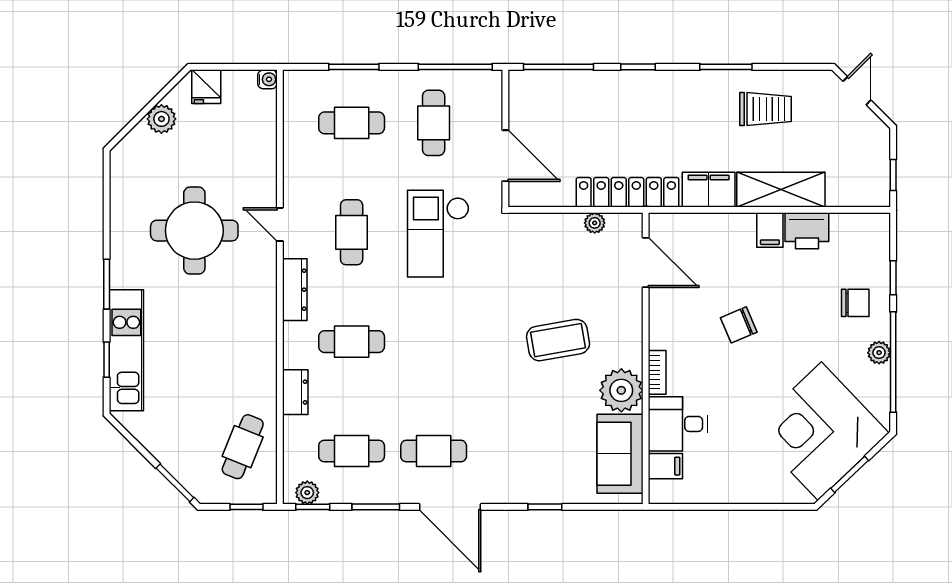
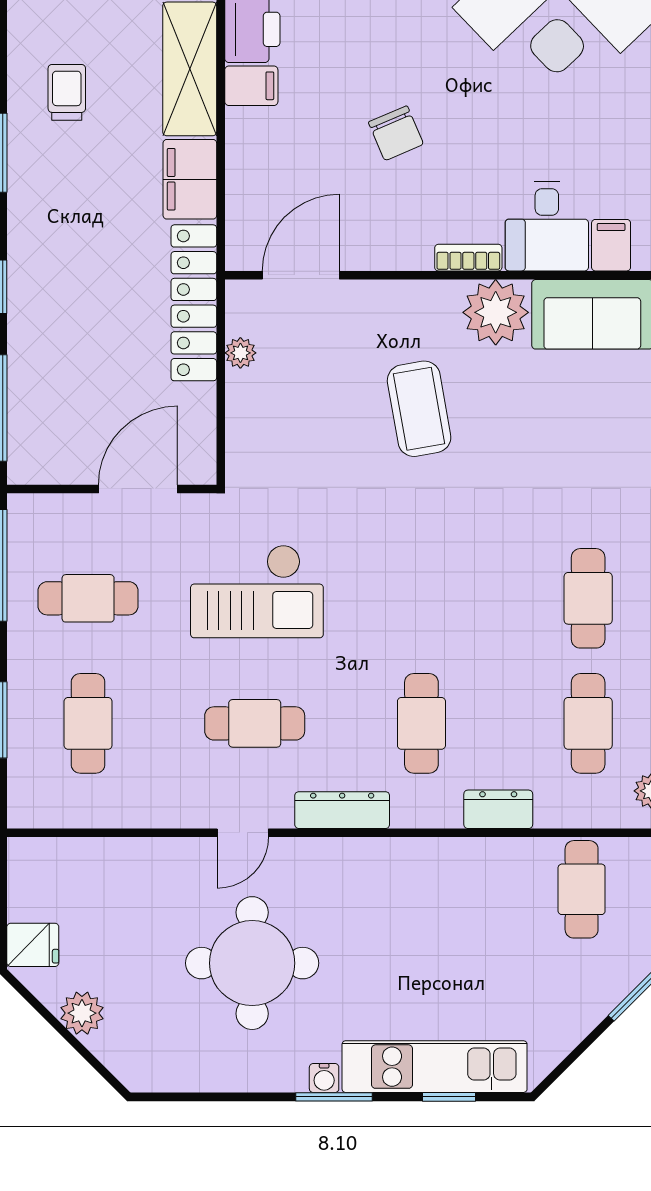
water cooler: (267, 79) -> (324, 1078), moved, turned 180
trolley: (766, 109) -> (67, 92), width x0.73, depth x0.72
cafe table: (243, 447) -> (582, 889), turned 68

